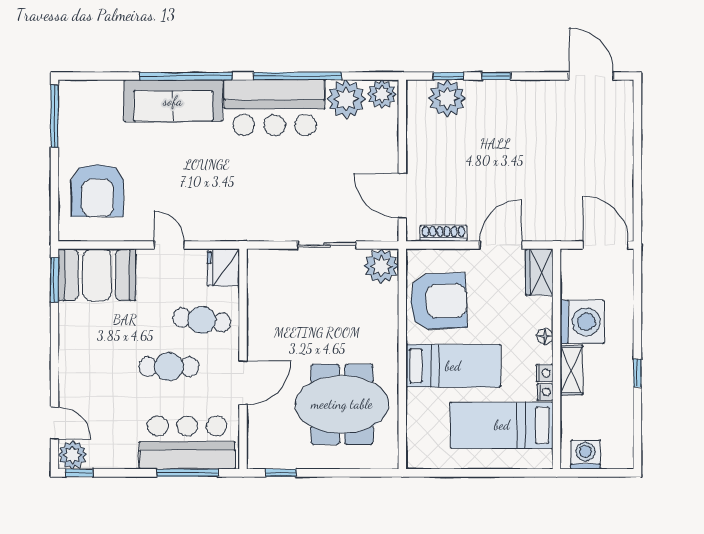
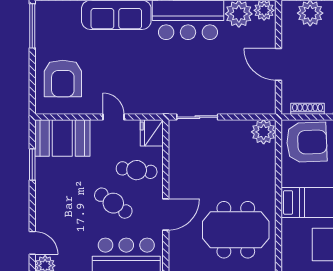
door: (402, 196) -> (278, 64), moved
sliding door: (327, 245) -> (197, 117), moved
window: (54, 280) -> (32, 164), moved
armchair: (438, 301) -> (307, 142), moved
cafe table: (169, 367) -> (113, 203), turned 35

